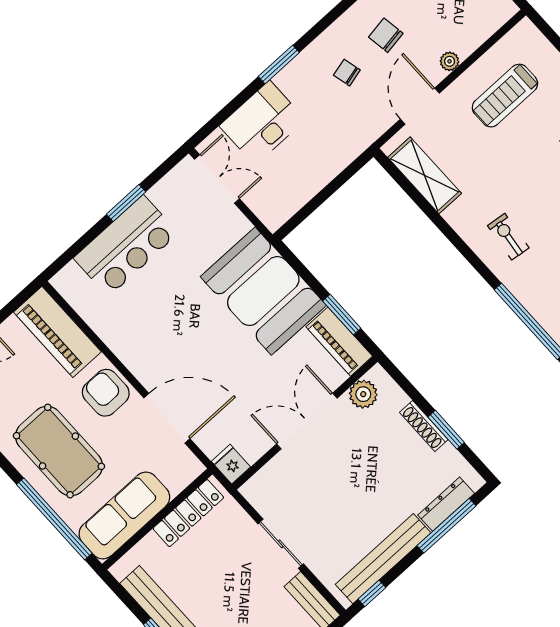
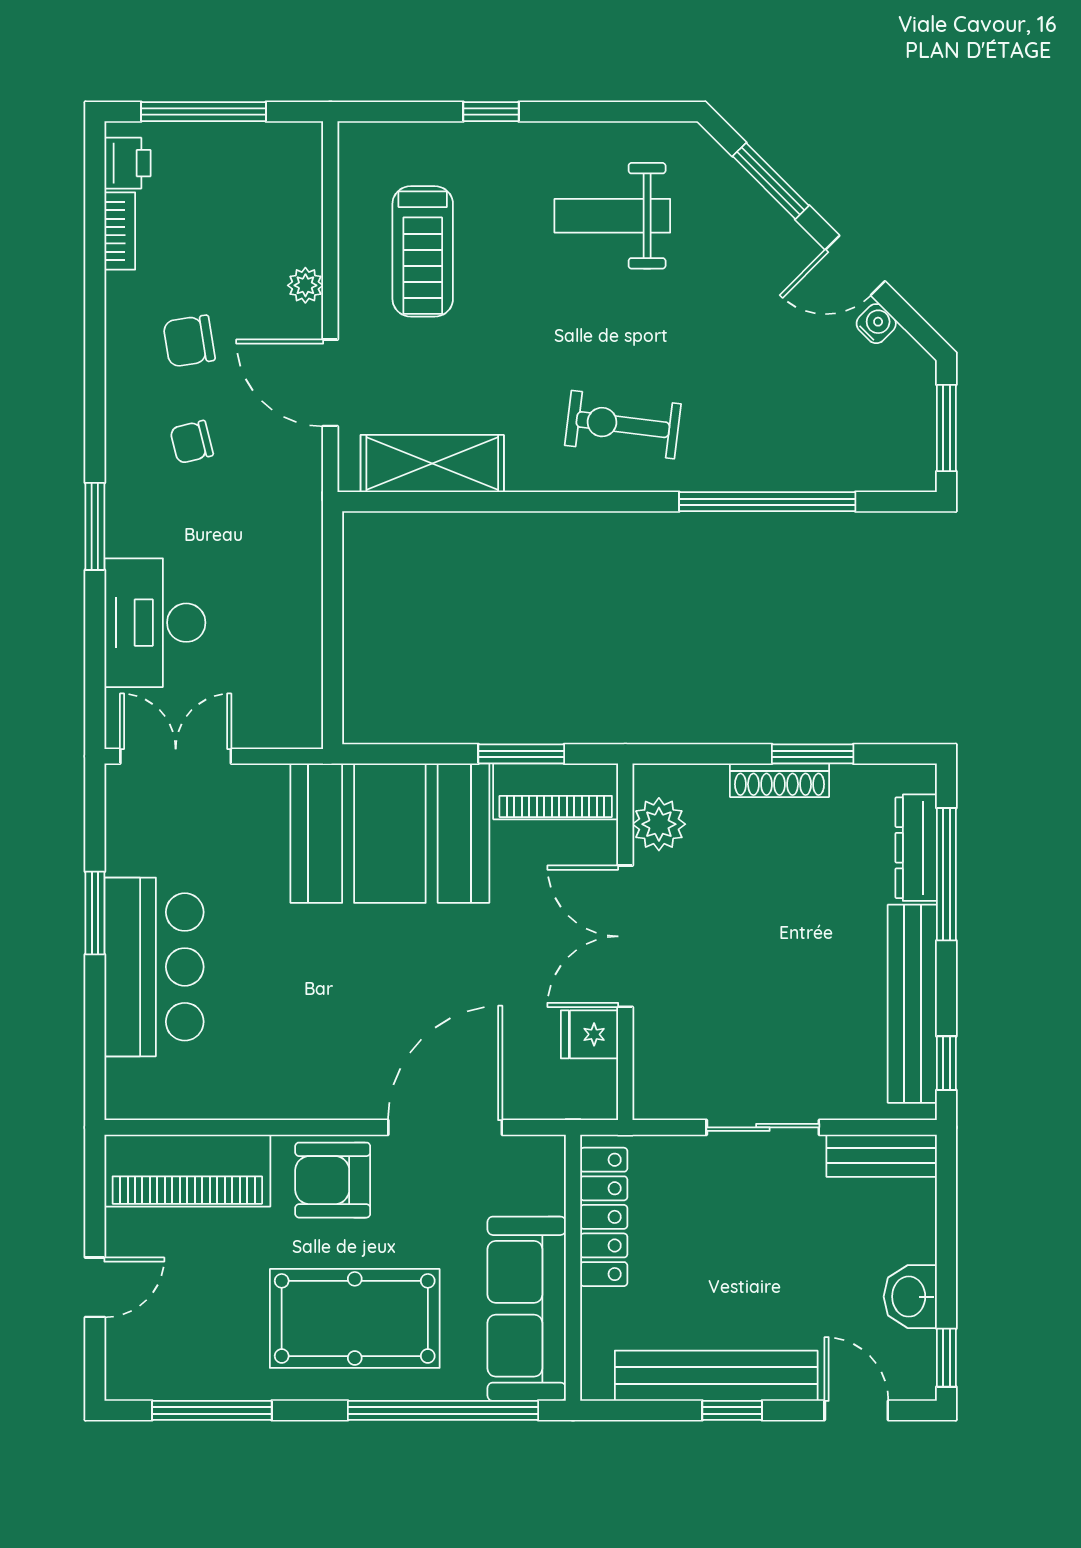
exercise bike: (508, 237) -> (623, 425), width x1.38, depth x1.39
fridge: (231, 464) -> (589, 1034), moved

